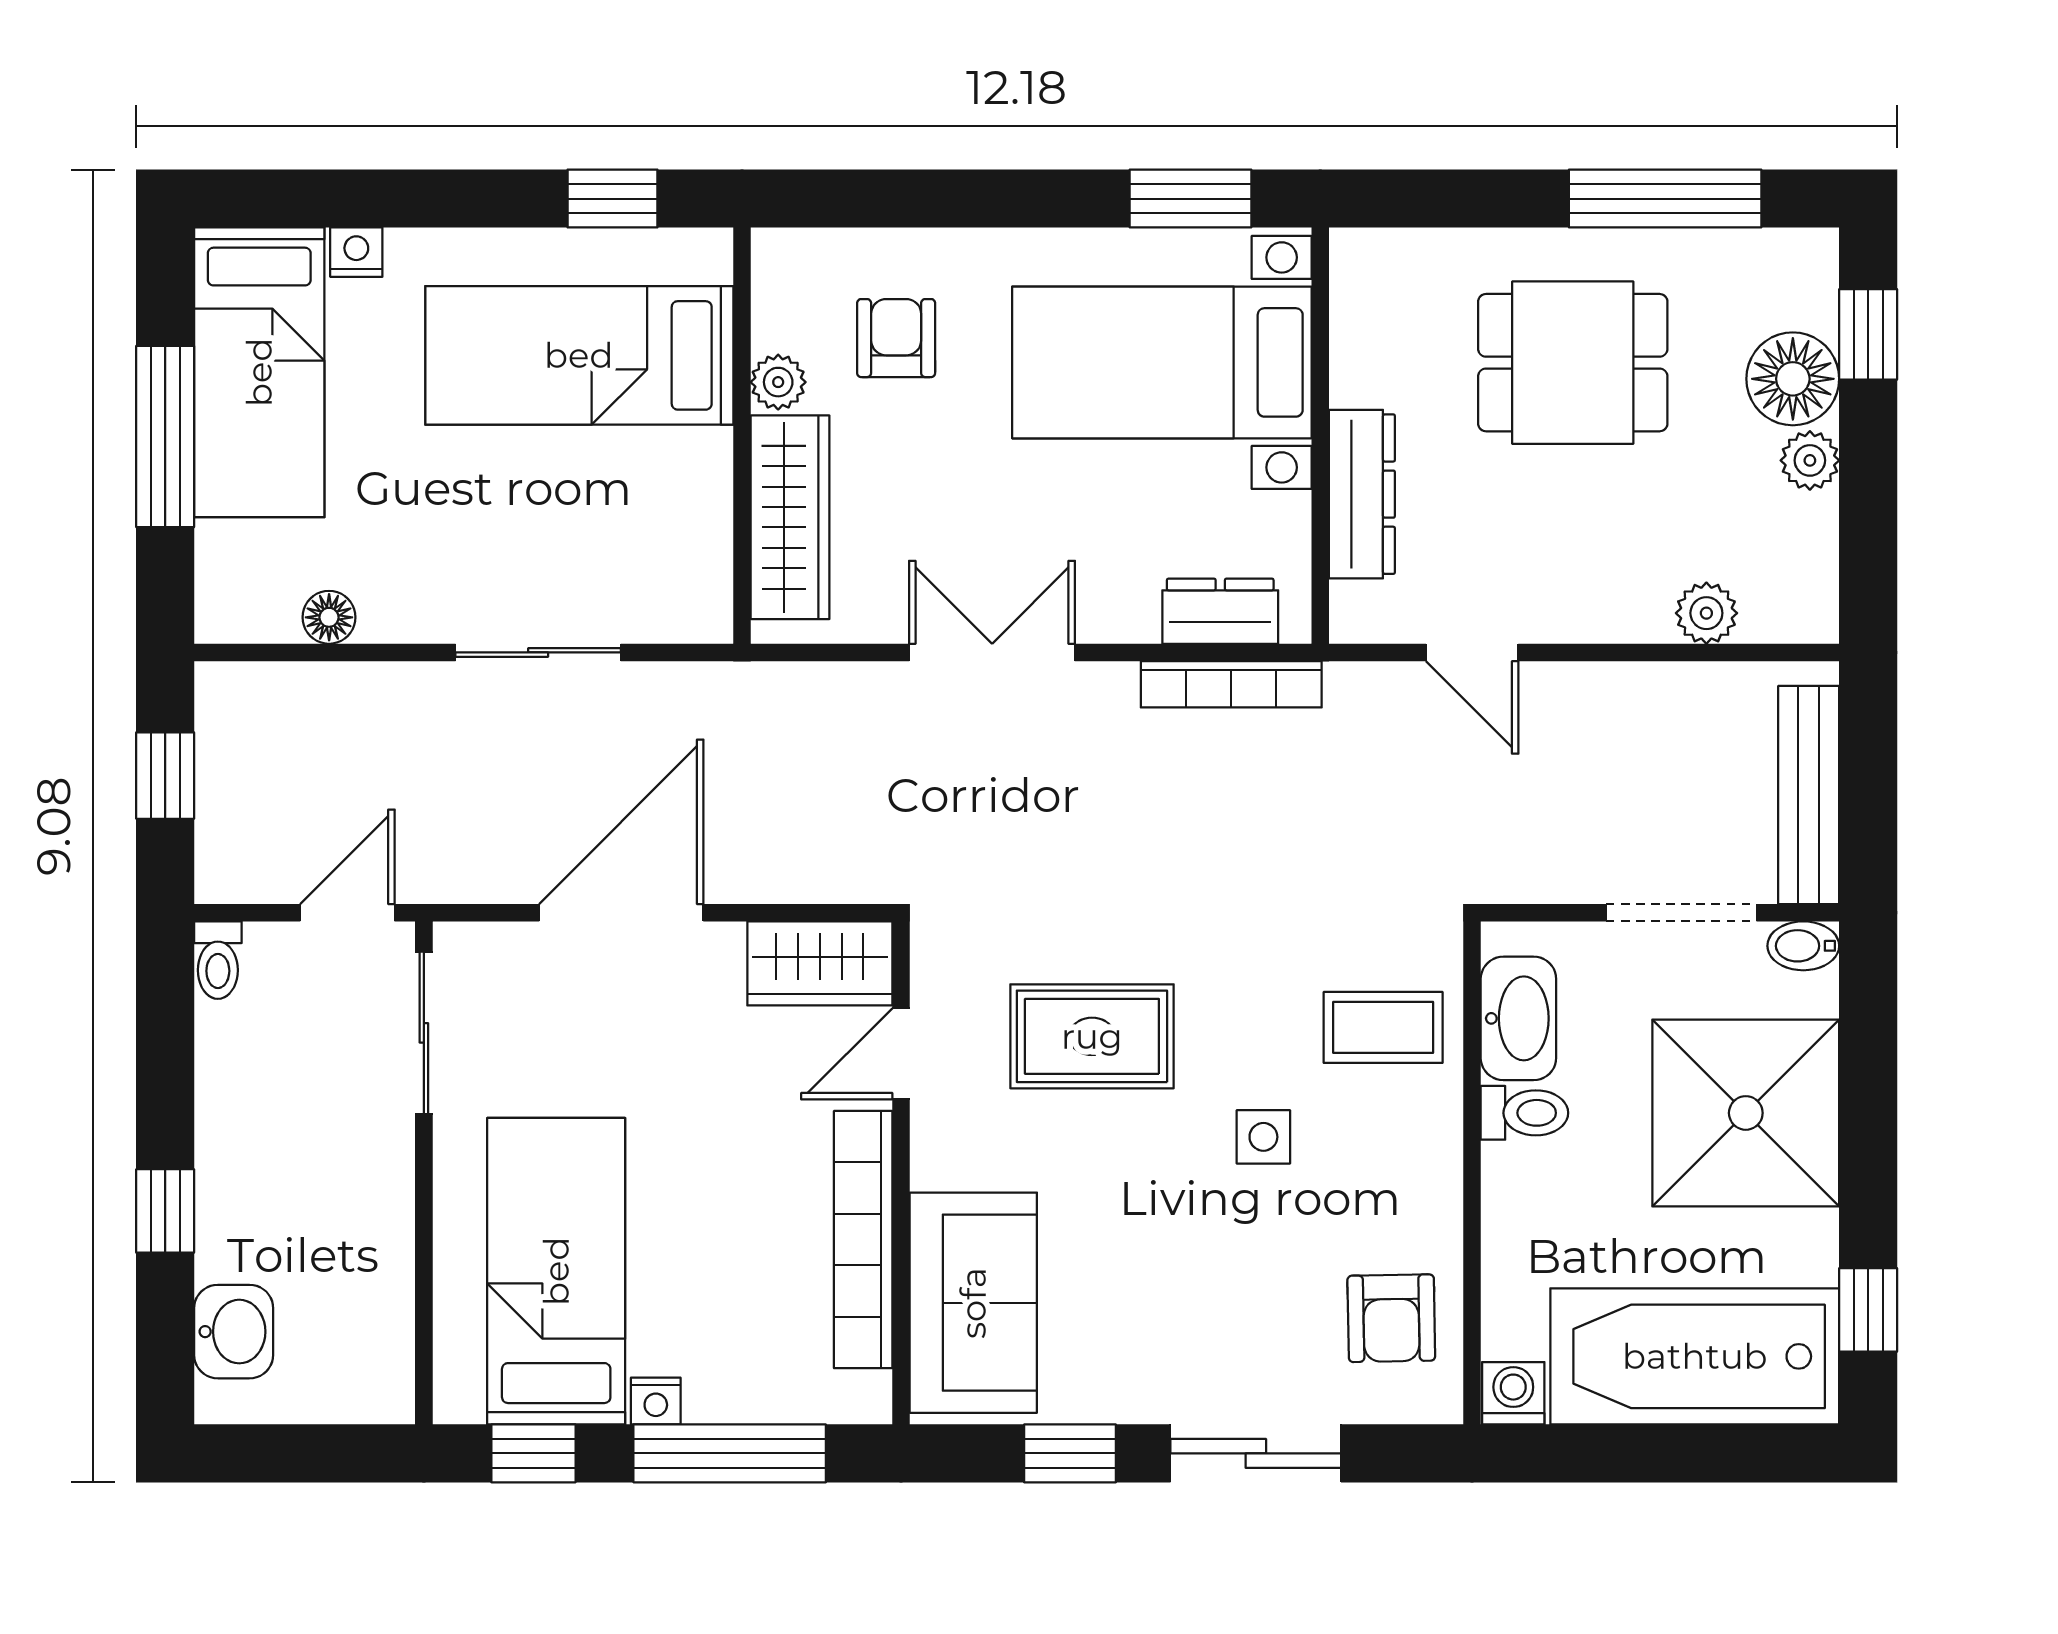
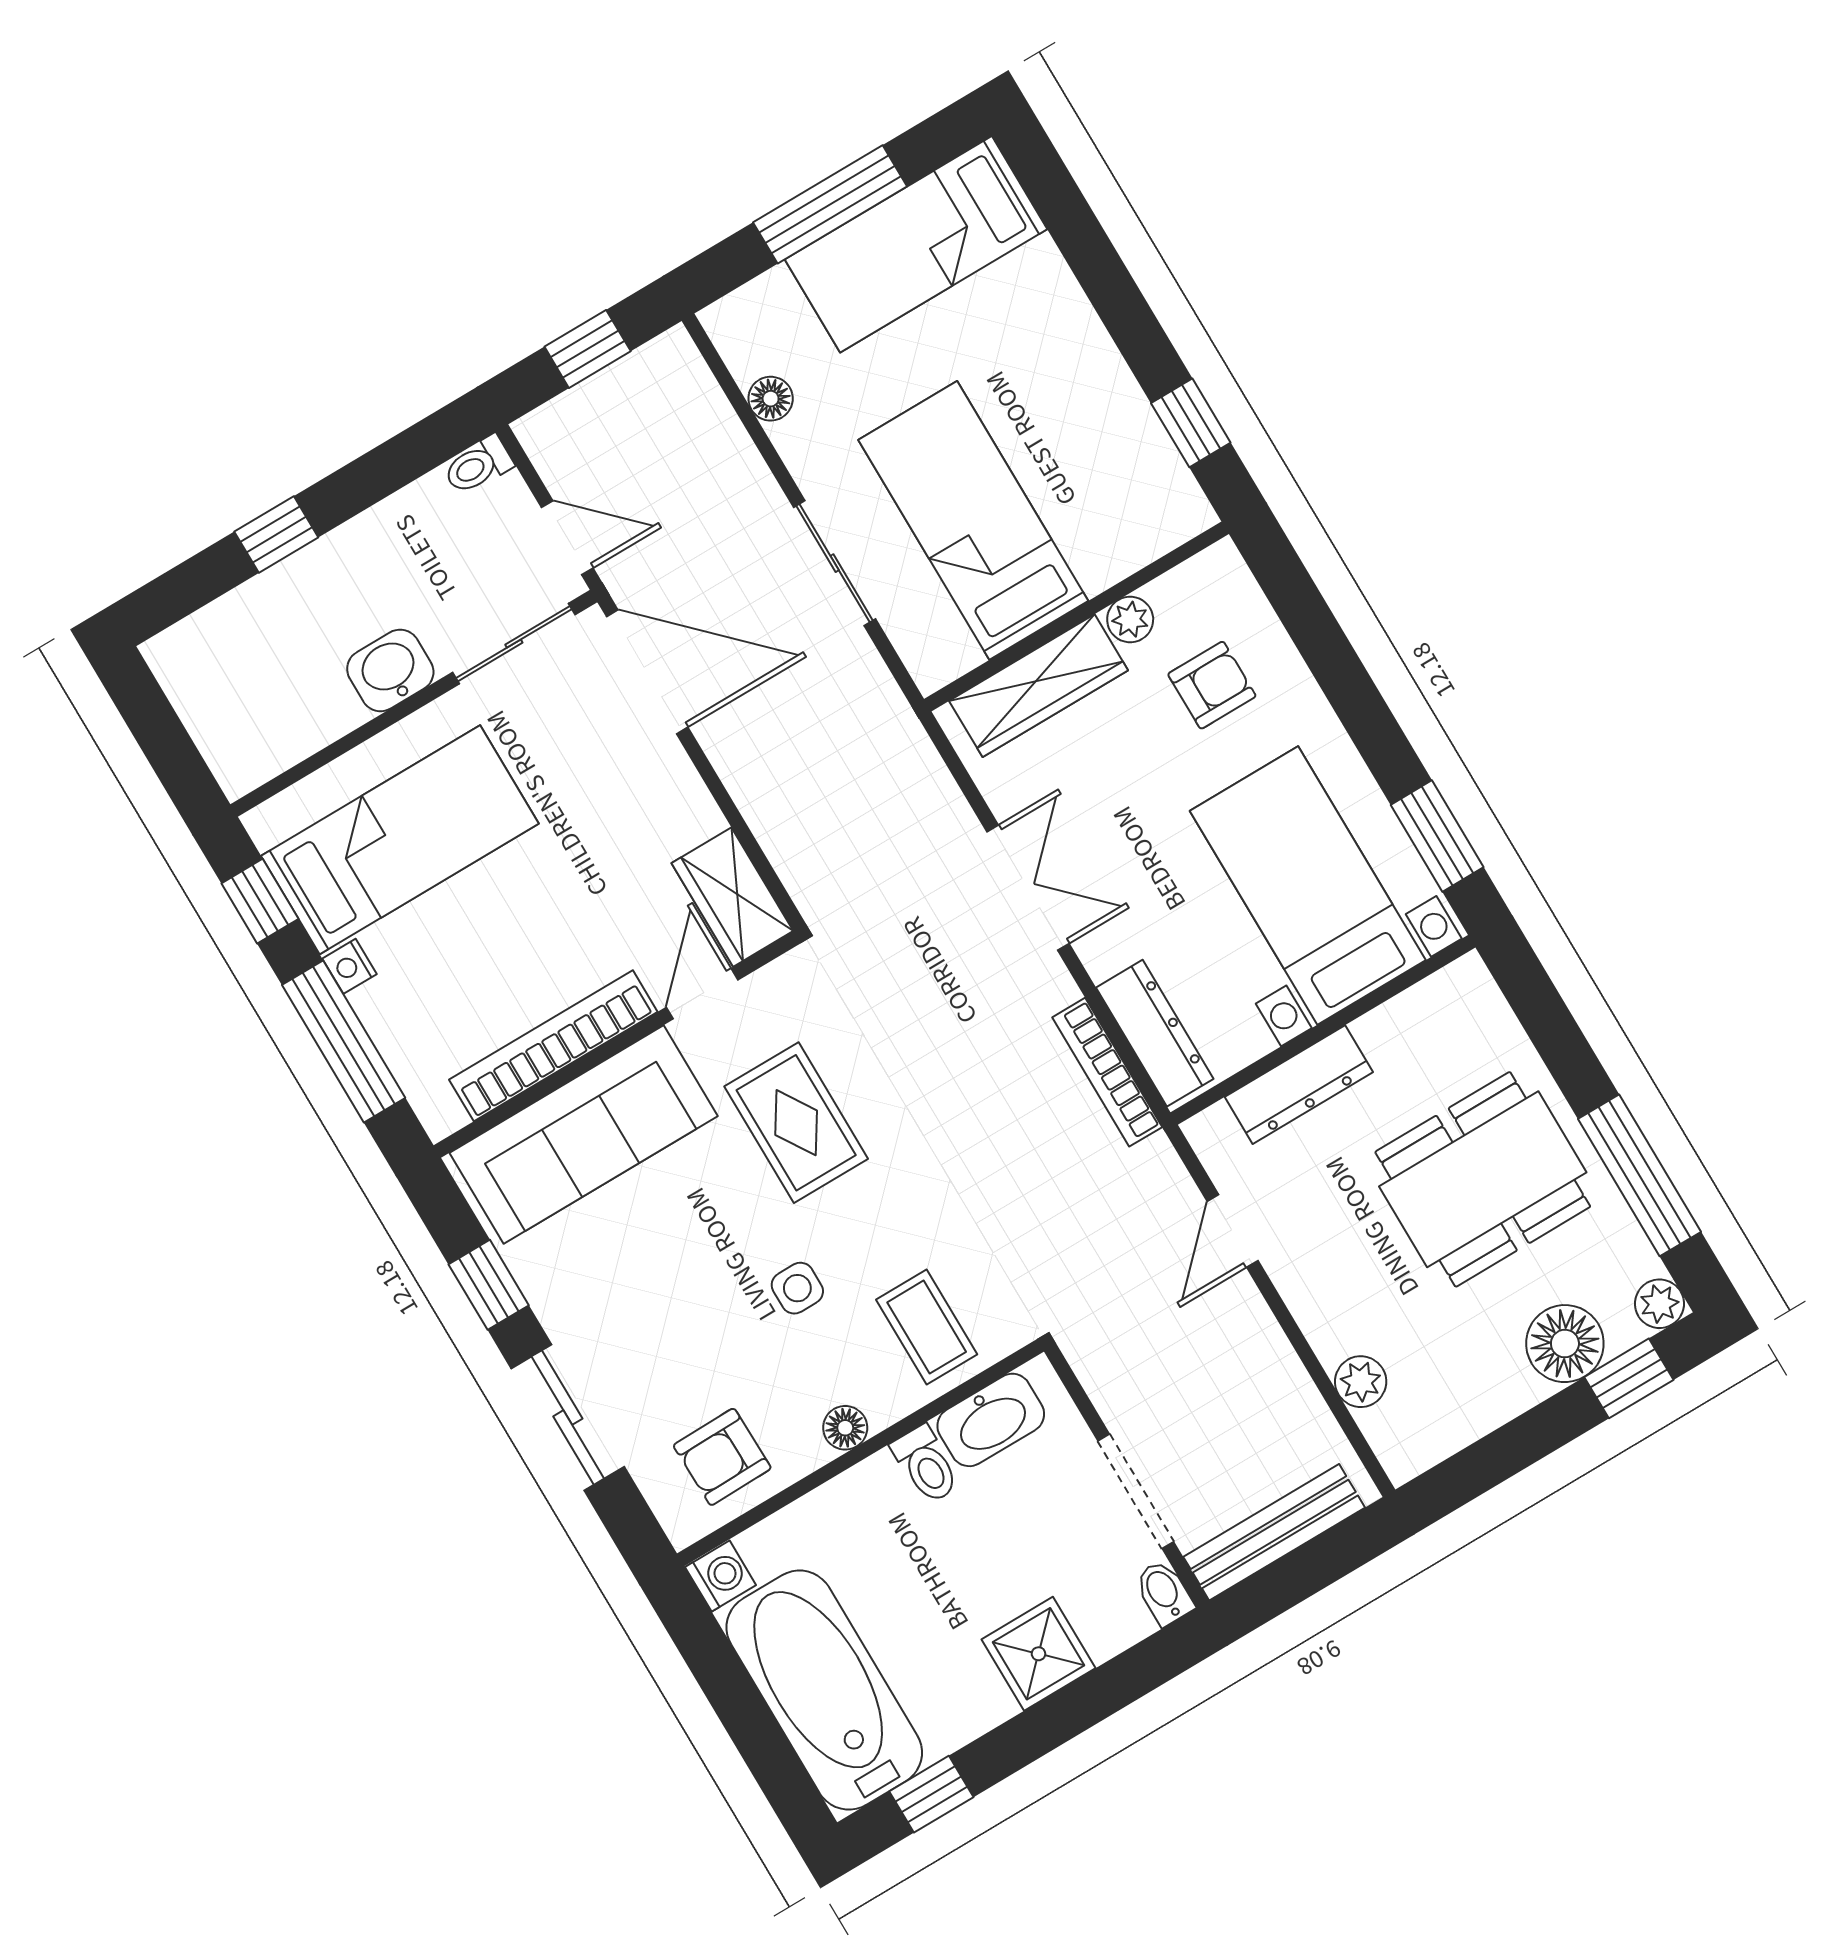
nightstand: (356, 252) -> (1043, 263), removed
bed: (579, 355) -> (973, 520), moved
dining table: (1573, 363) -> (1483, 1179), width x1.38
plant: (1810, 460) -> (1659, 1304), moved
dresser: (1220, 611) -> (1155, 1033), width x1.44
door: (621, 913) -> (647, 672), moved
door: (901, 1054) -> (702, 994), hinge flipped
shower: (1746, 1113) -> (1038, 1654), width x0.54, depth x0.54
floor lamp: (1437, 1173) -> (845, 1428), added
sofa: (973, 1303) -> (584, 1134), width x1.36
washbasin: (234, 1332) -> (390, 670), moved, turned 180

